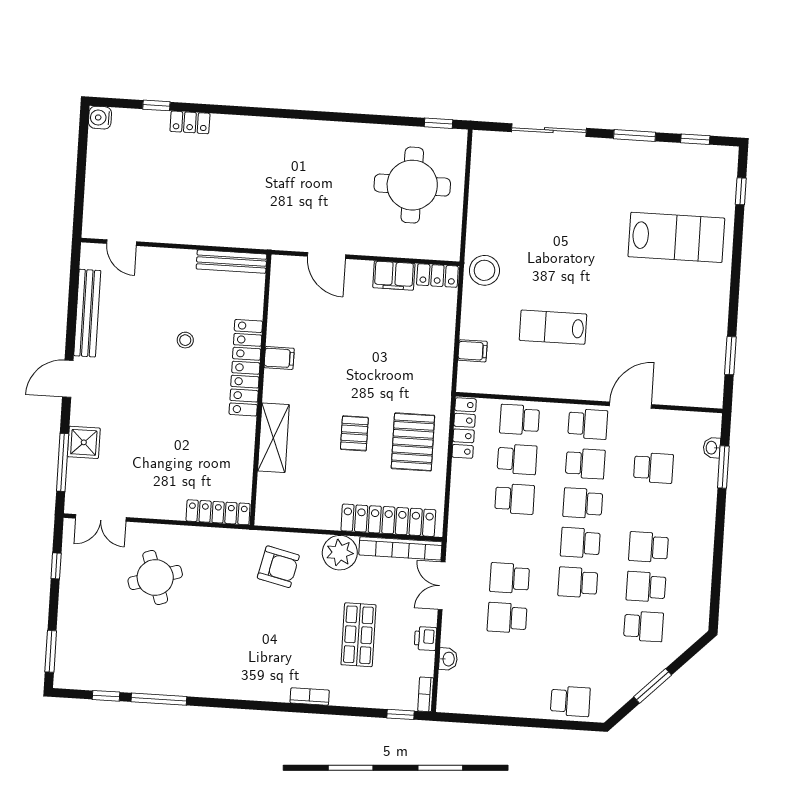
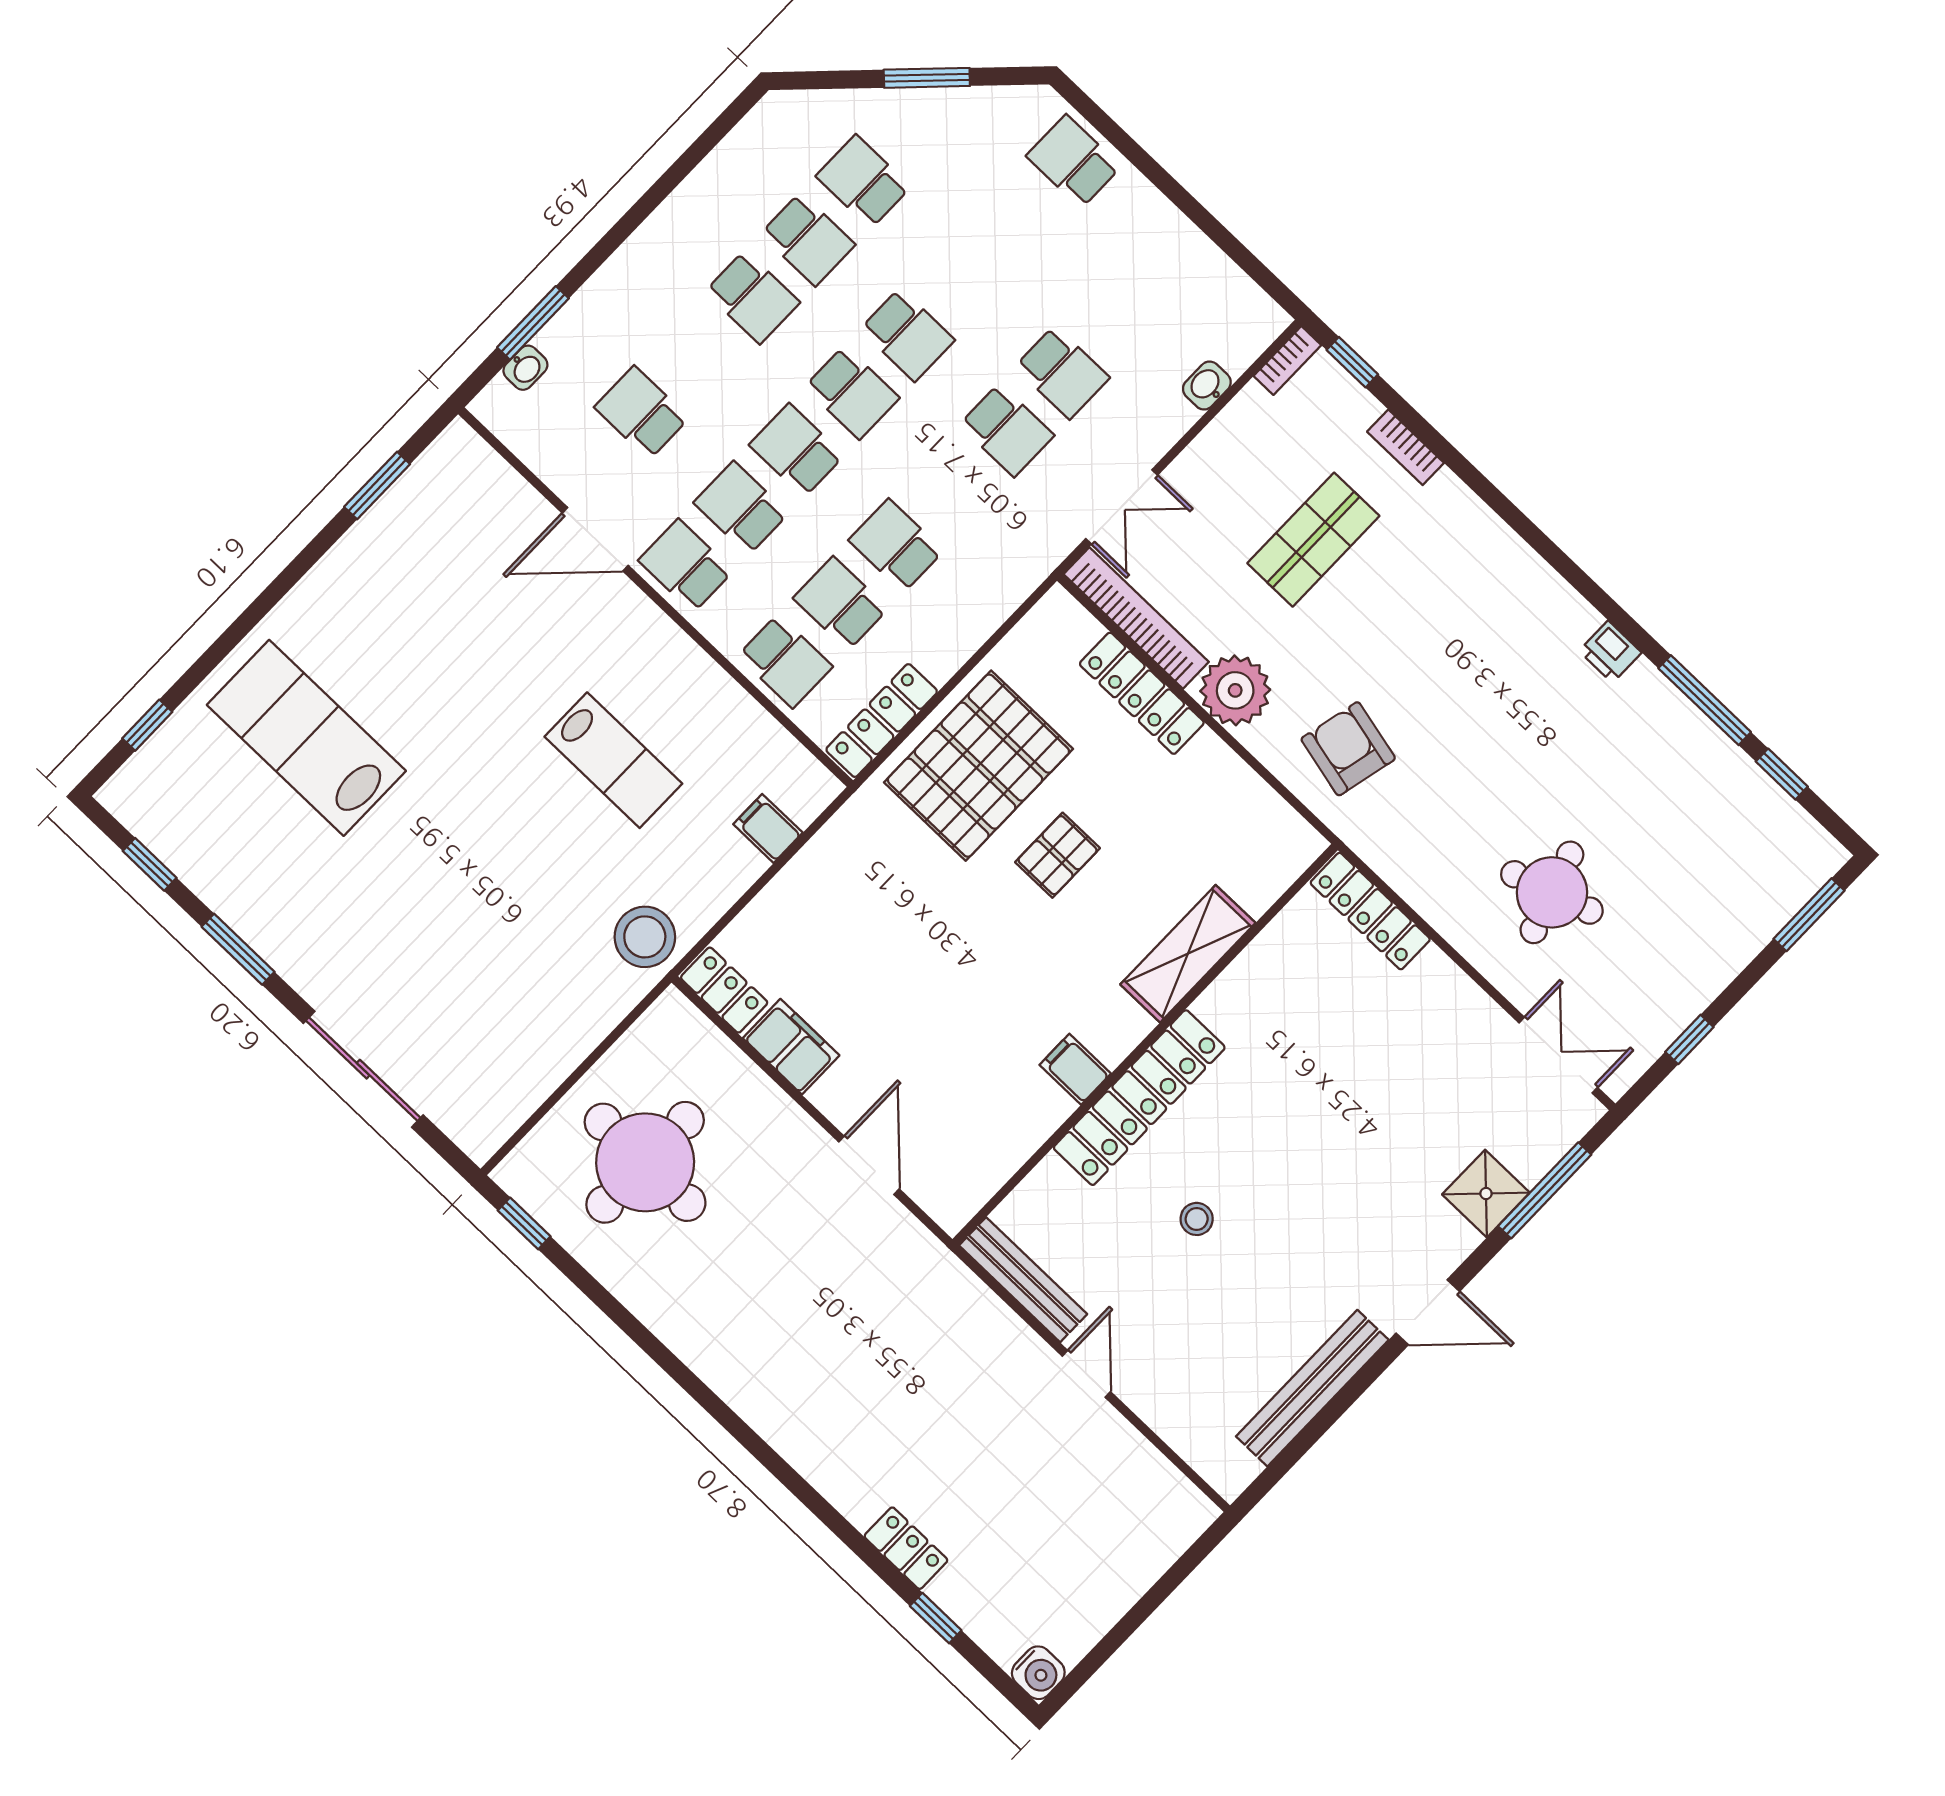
door: (122, 243) -> (1086, 1374), moved
pallet: (413, 442) -> (978, 766), width x1.37, depth x1.41
school desk: (583, 503) -> (797, 450), turned 180
locker: (388, 520) -> (1142, 693), width x0.71, depth x0.83
printer: (425, 638) -> (1610, 652), moved, turned 90
bookcase: (310, 697) -> (1406, 447), moved

